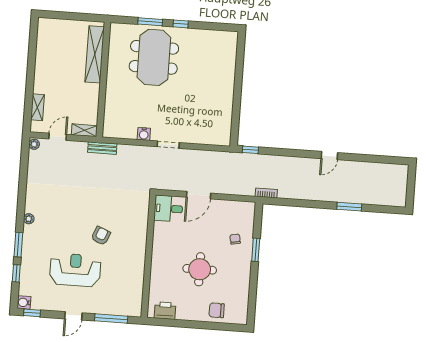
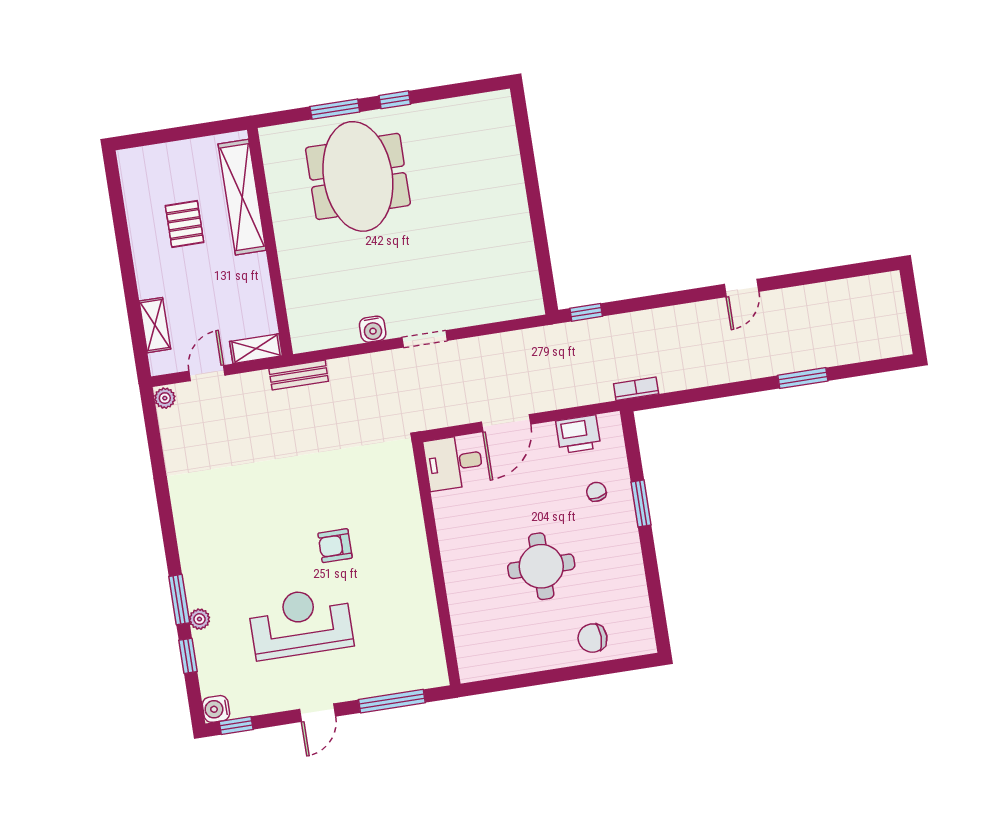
pallet: (63, 61) -> (185, 224), added
plant: (29, 219) -> (199, 619), moved
armchair: (101, 236) -> (335, 546), turned -112
printer: (165, 311) -> (578, 434), moved, turned 180

